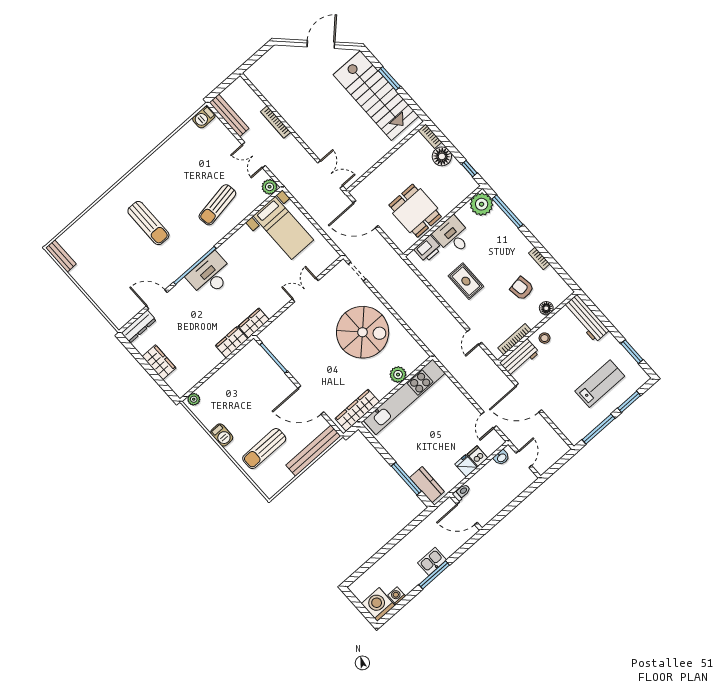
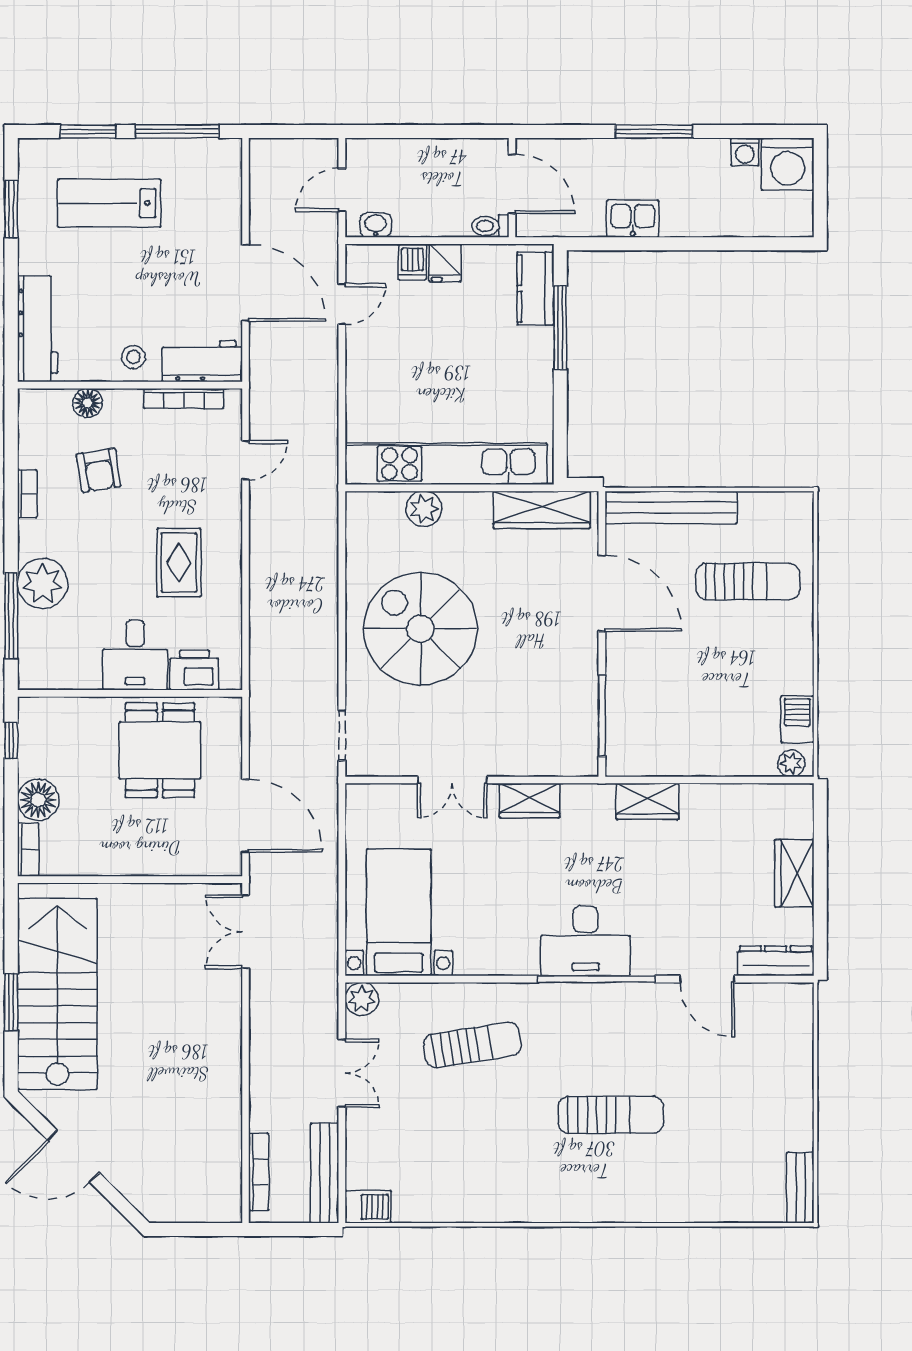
bookcase: (276, 122) -> (259, 1172), moved
plant: (482, 204) -> (43, 584), moved
sun lounger: (148, 223) -> (611, 1115), turned 90
wardrobe: (254, 323) -> (530, 801), moved
barbecue: (222, 435) -> (797, 719), moved
kitchen sink: (432, 561) -> (633, 219), moved, turned 180

